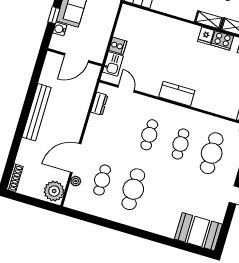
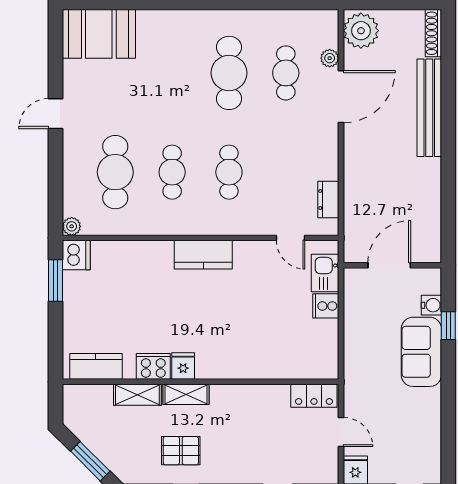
bench: (37, 112) -> (429, 108), moved

